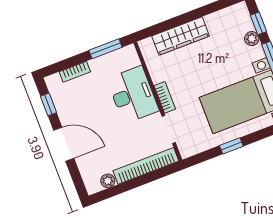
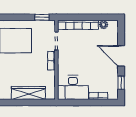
window: (106, 49) -> (75, 102), removed
desk: (133, 95) -> (73, 87), moved, turned -90
window: (231, 146) -> (42, 17), moved

